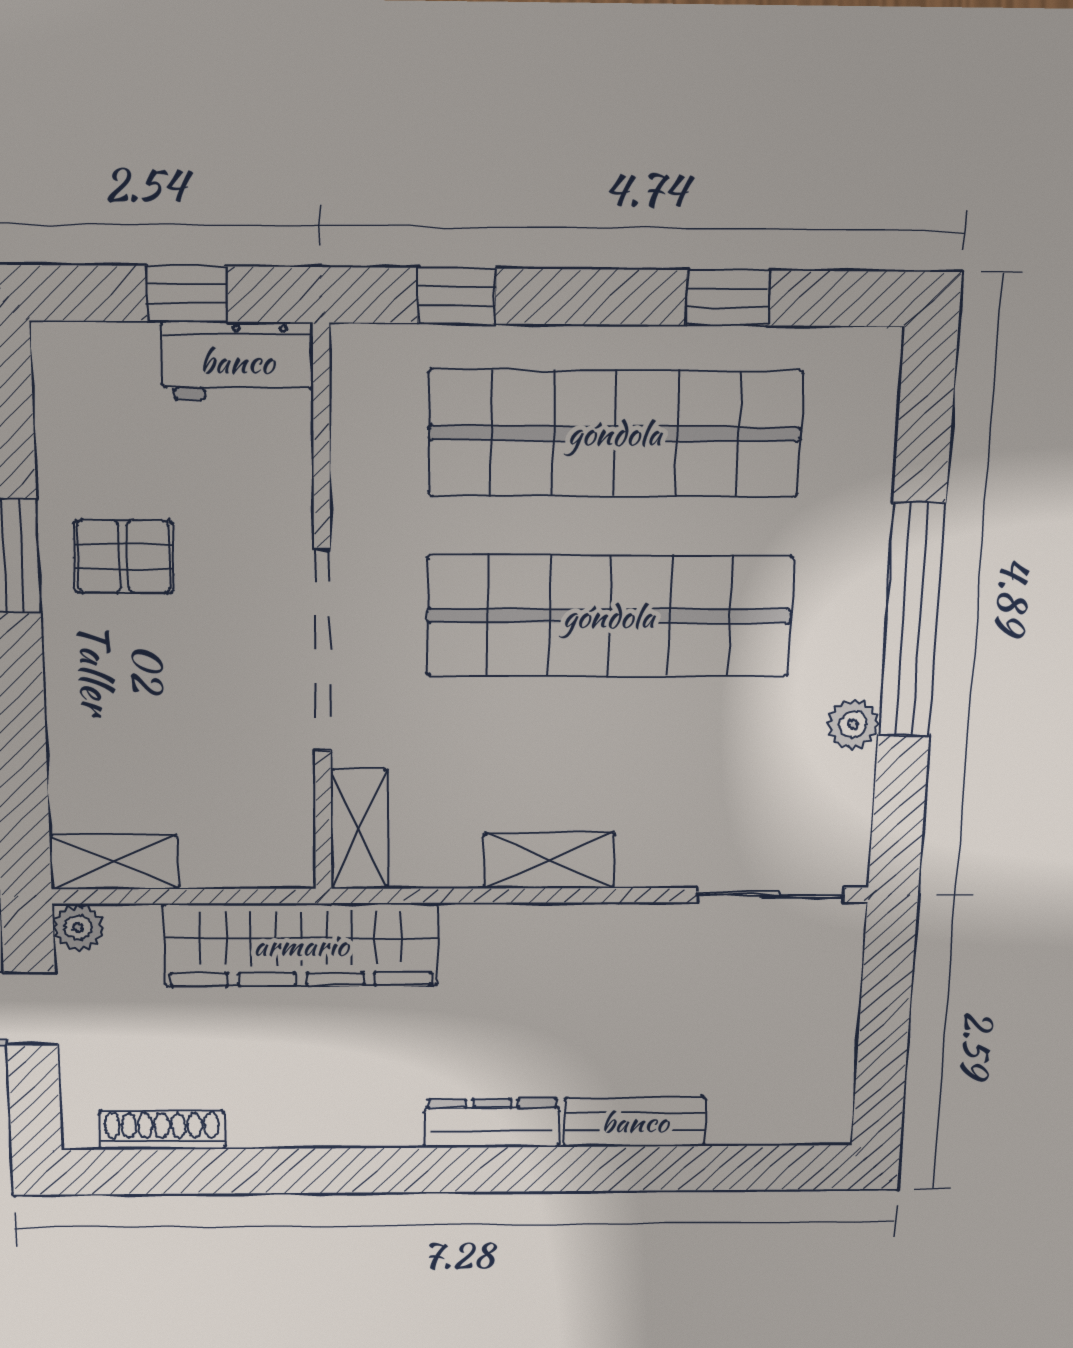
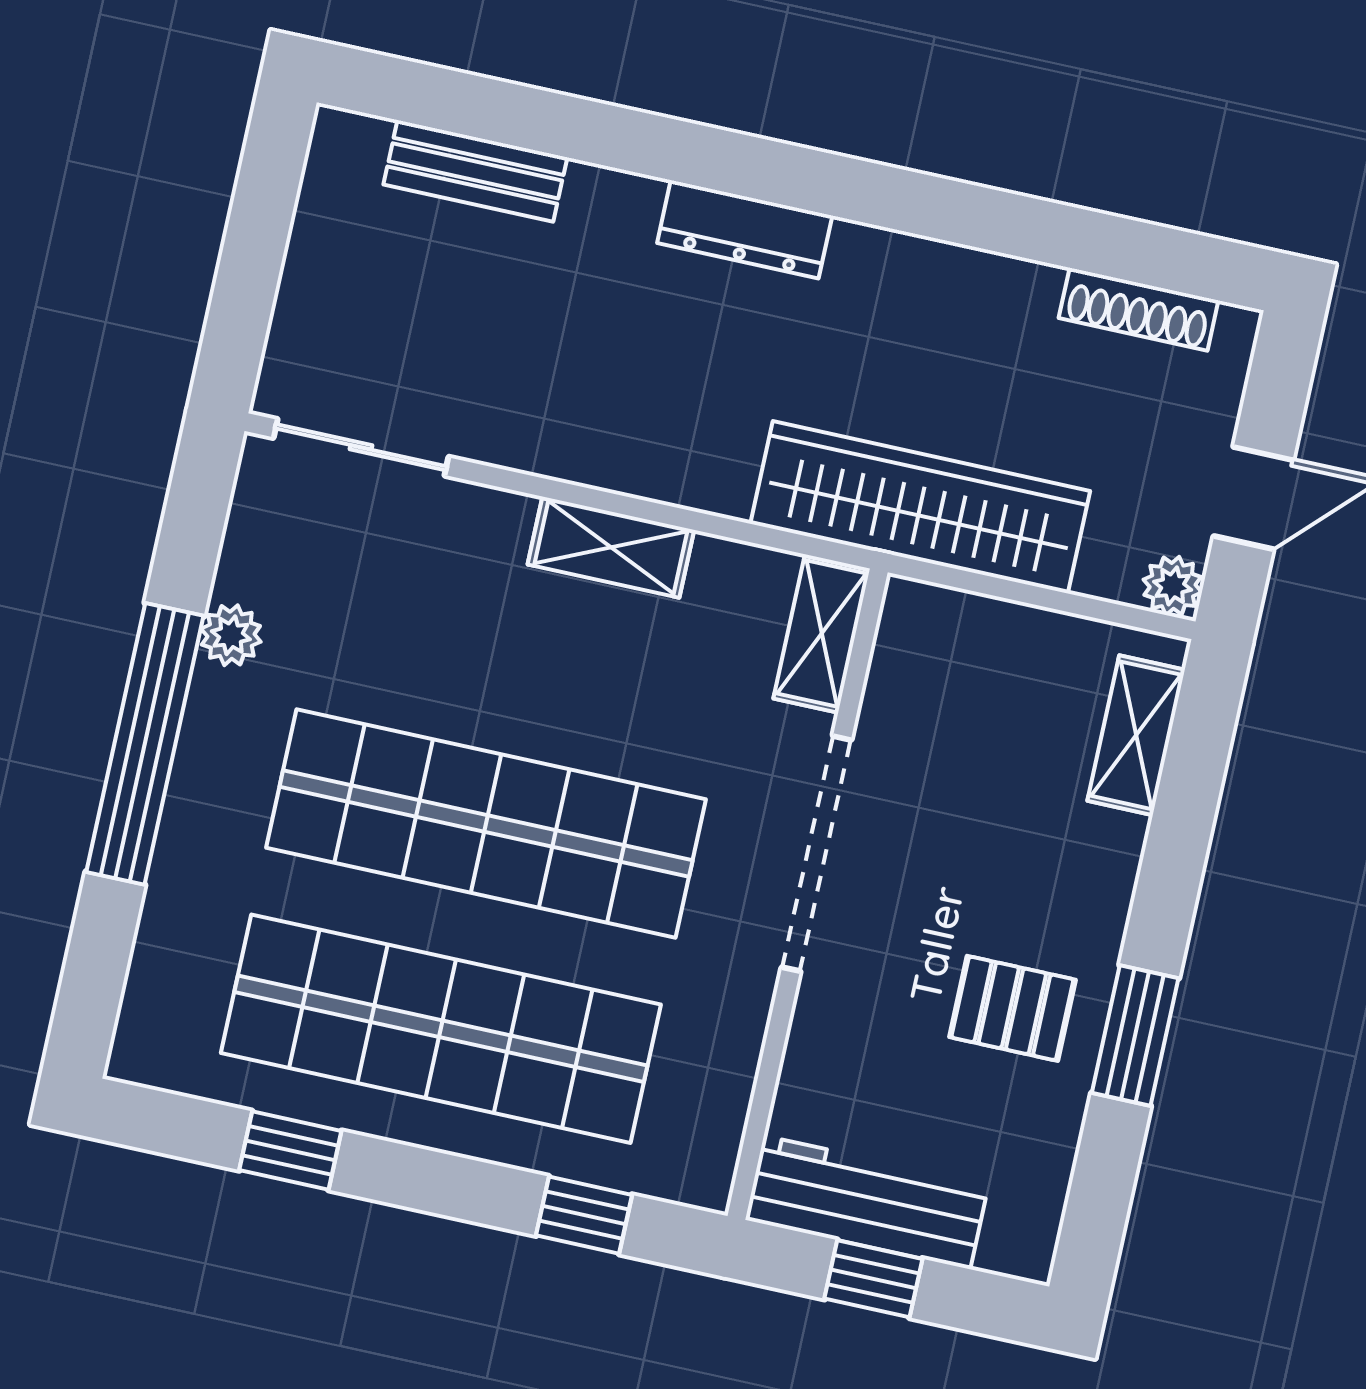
workbench: (237, 361) -> (867, 1202), width x1.37
shelving: (114, 862) -> (1136, 735), moved, turned 90
bench: (635, 1122) -> (475, 171), moved

